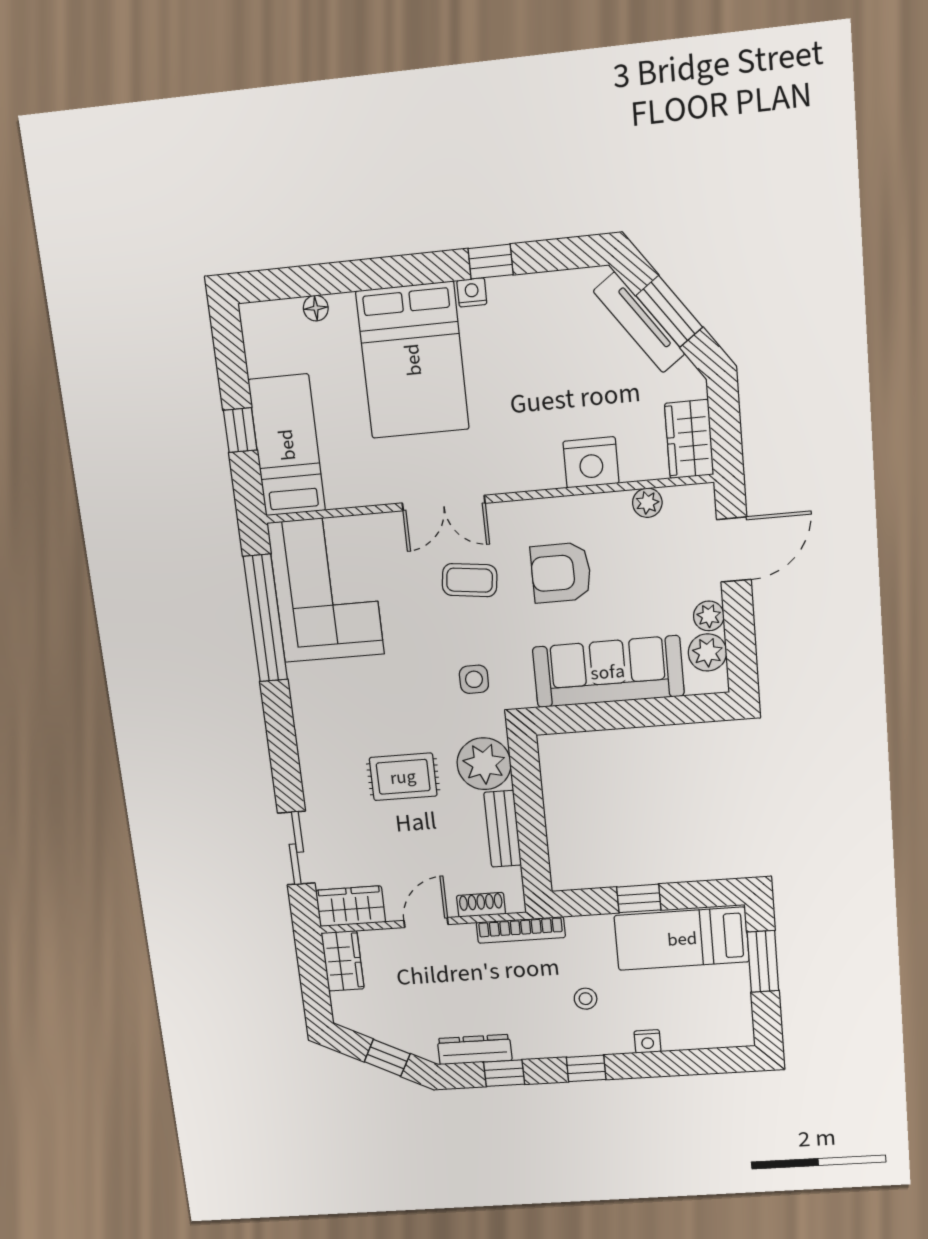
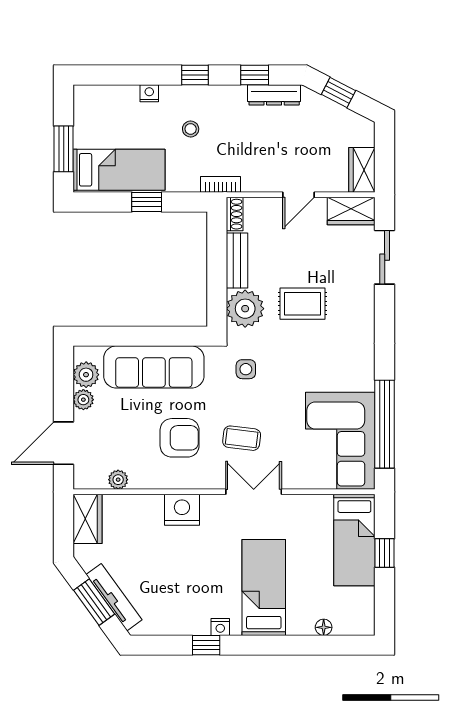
bed: (413, 360) -> (264, 587), width x0.67
nightstand: (591, 462) -> (182, 510), moved
shoe rack: (481, 905) -> (235, 214), moved, turned -90
bookcase: (521, 930) -> (221, 184), width x0.64

